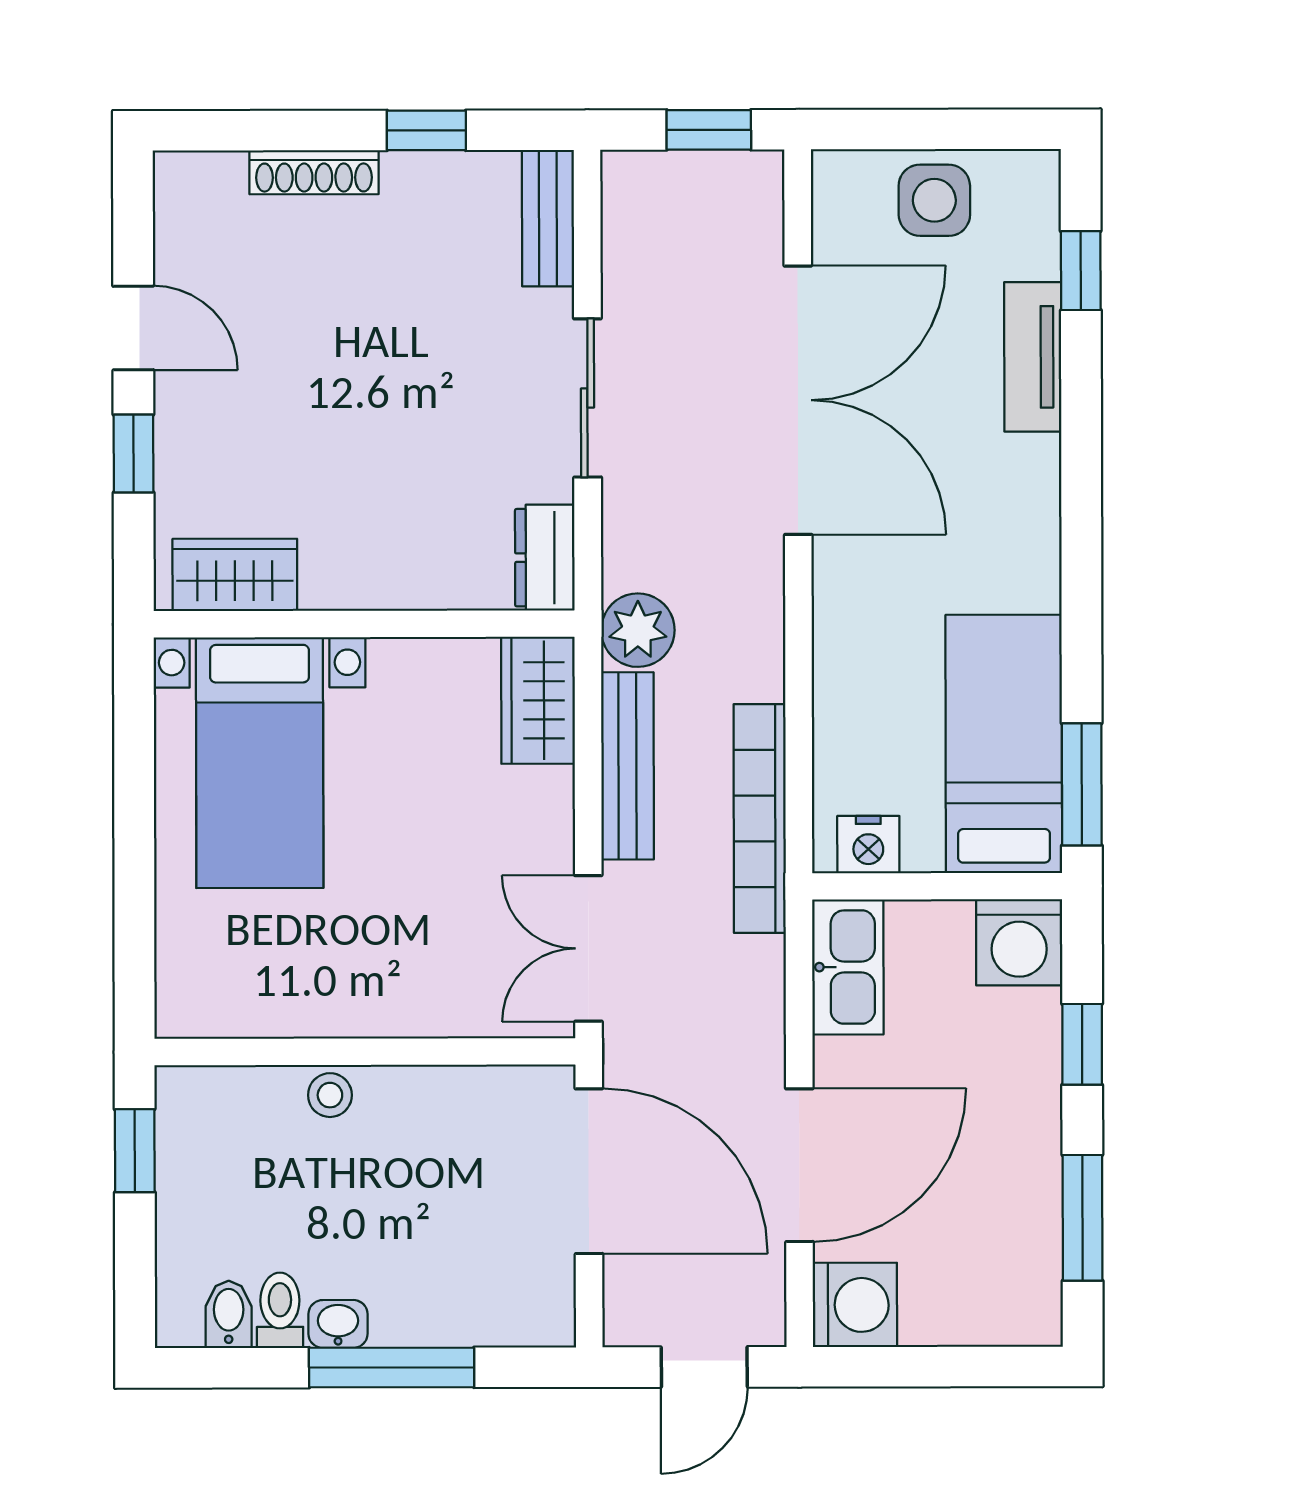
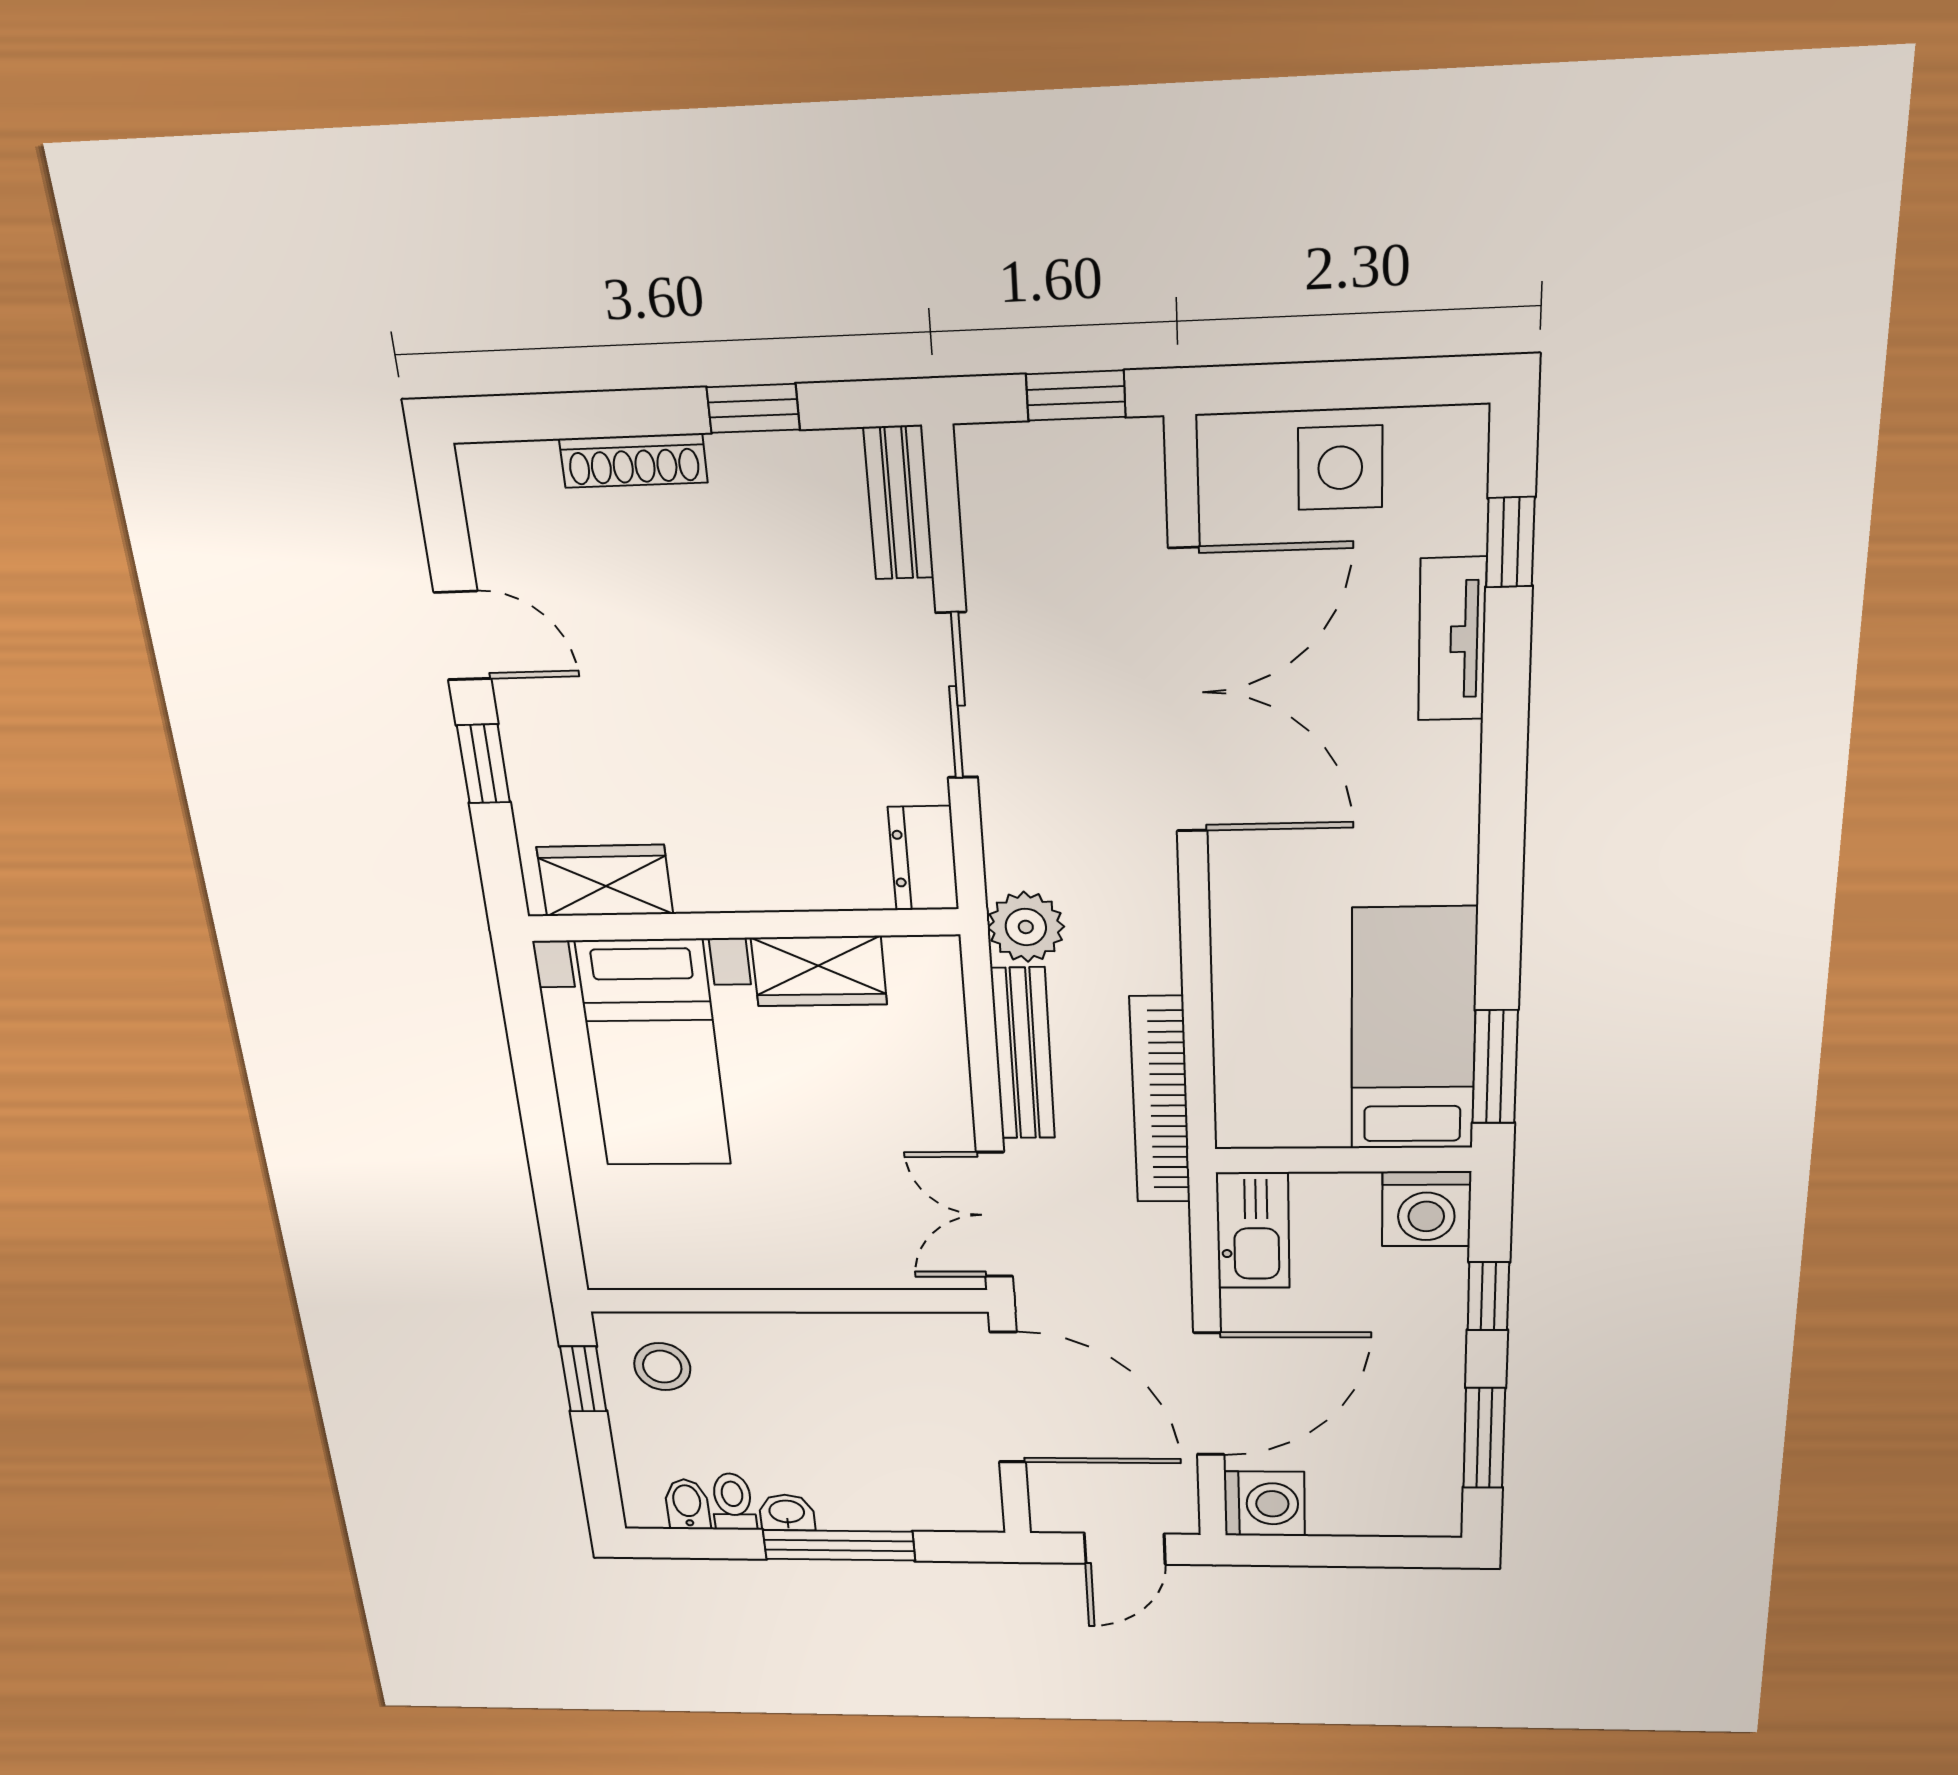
wardrobe: (538, 700) -> (819, 971), moved, turned -90
nightstand: (868, 845) -> (1272, 1123), removed
stool: (330, 1095) -> (662, 1367), moved, width x1.37, depth x1.37

